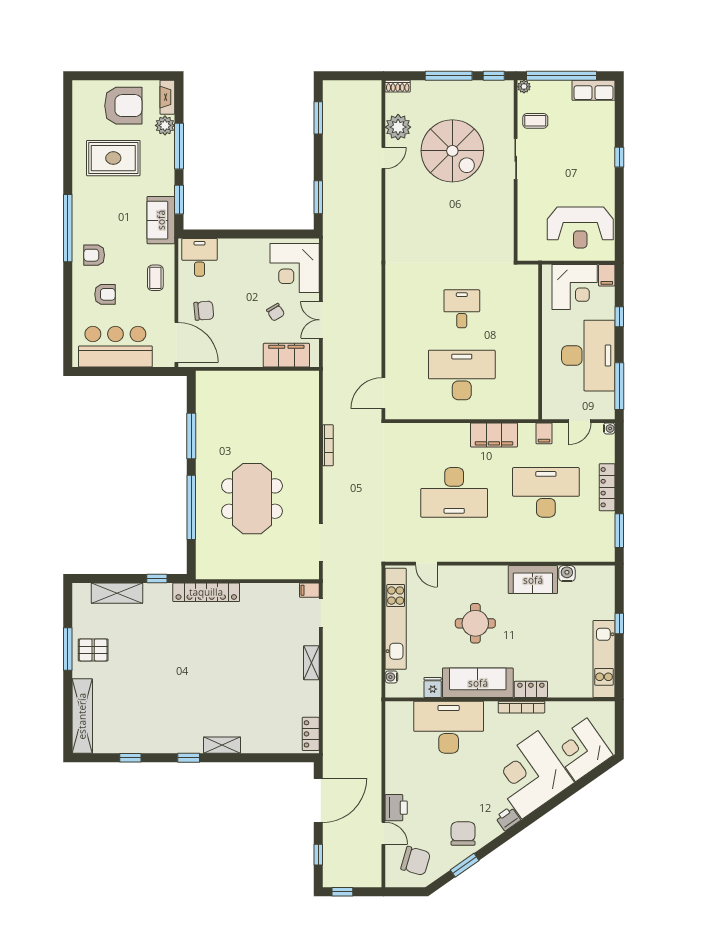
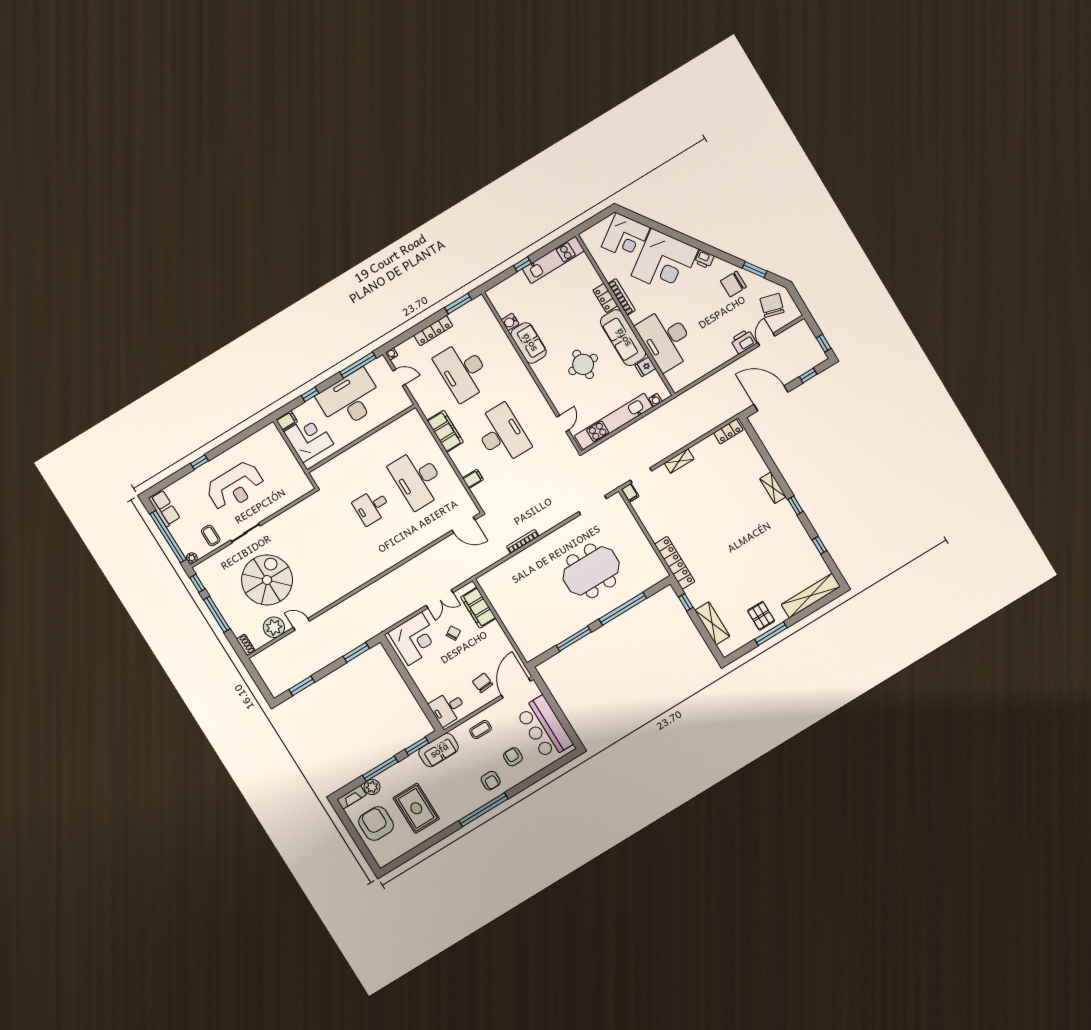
reception desk: (580, 227) -> (235, 487), moved, turned 90
filing cabinet: (544, 433) -> (473, 479), moved

